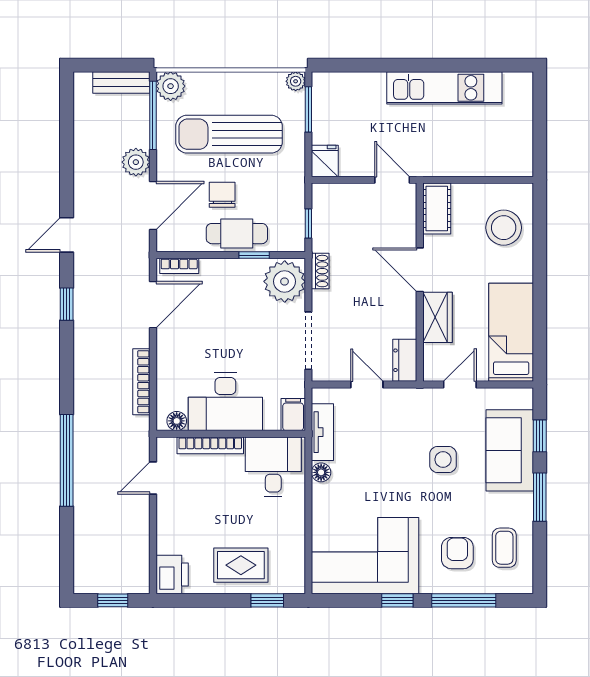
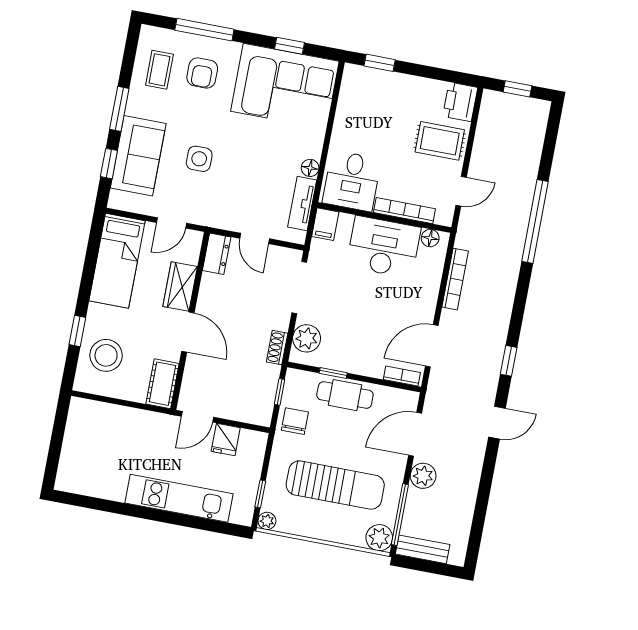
kitchen unit: (444, 88) -> (179, 498), moved
window: (308, 109) -> (260, 494), width x0.67
fridge: (325, 161) -> (226, 440), moved
door: (392, 180) -> (197, 417), hinge flipped
chair: (222, 195) -> (295, 421), moved, turned 180
window: (540, 248) -> (77, 331), added
plant: (285, 281) -> (307, 338), width x0.73, depth x0.73
rug: (241, 565) -> (440, 141), moved
window: (397, 600) -> (289, 46), moved

